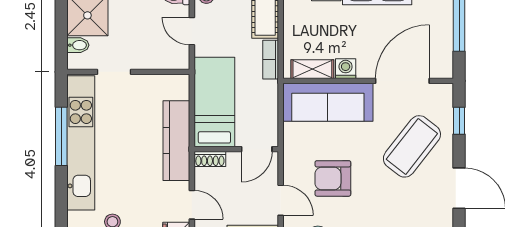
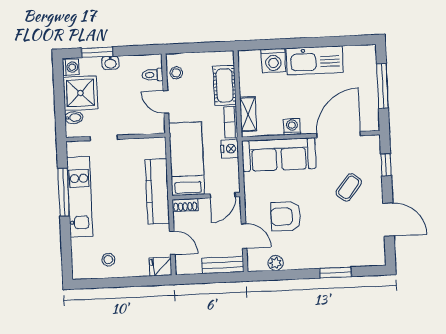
shelving: (312, 69) -> (248, 114), moved, turned 90
nightstand: (268, 92) -> (230, 149), added
kitchen unit: (81, 143) -> (80, 197), width x0.73
coffee table: (412, 146) -> (349, 187), width x0.54, depth x0.58

